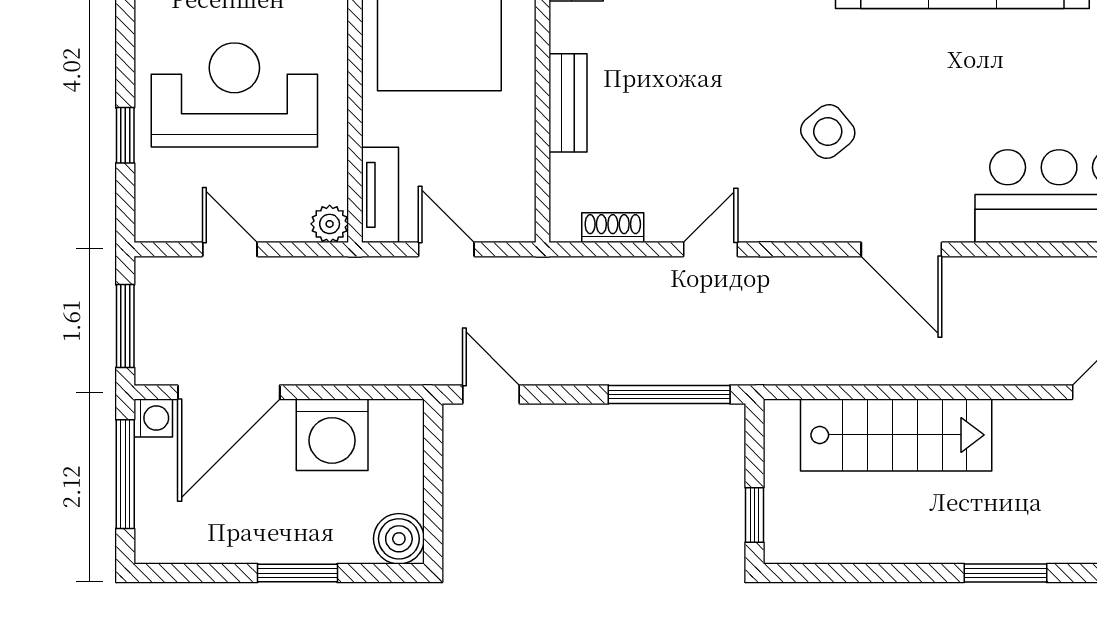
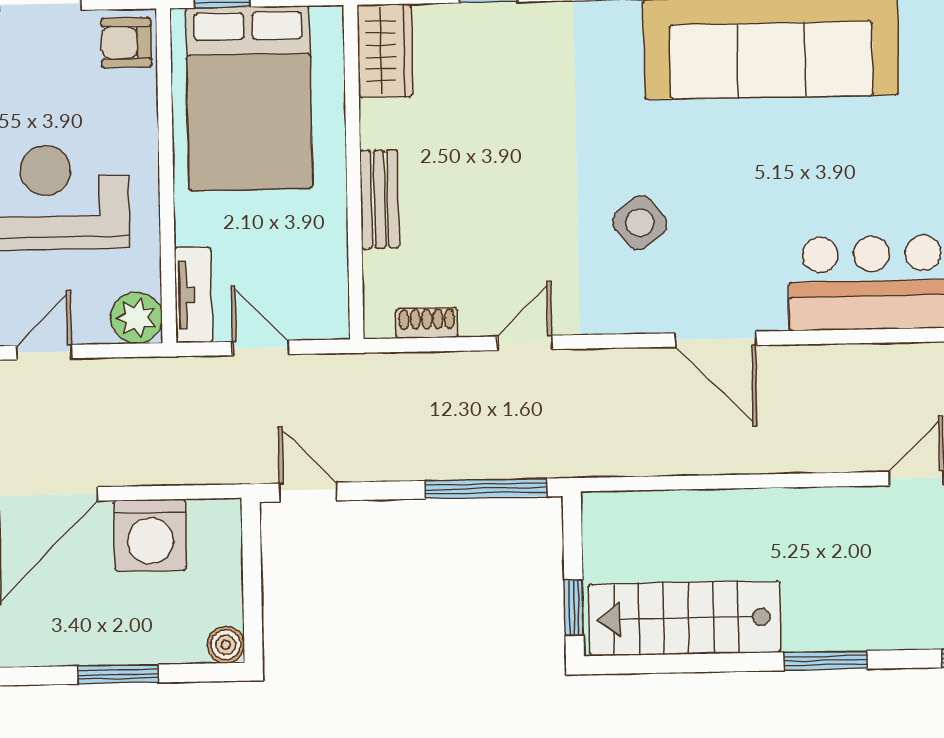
plant: (330, 224) -> (136, 318), width x1.38, depth x1.38
door: (230, 249) -> (44, 352), hinge flipped
stairs: (896, 435) -> (685, 618), moved, turned 180
boiler: (399, 539) -> (226, 645), width x0.73, depth x0.73

